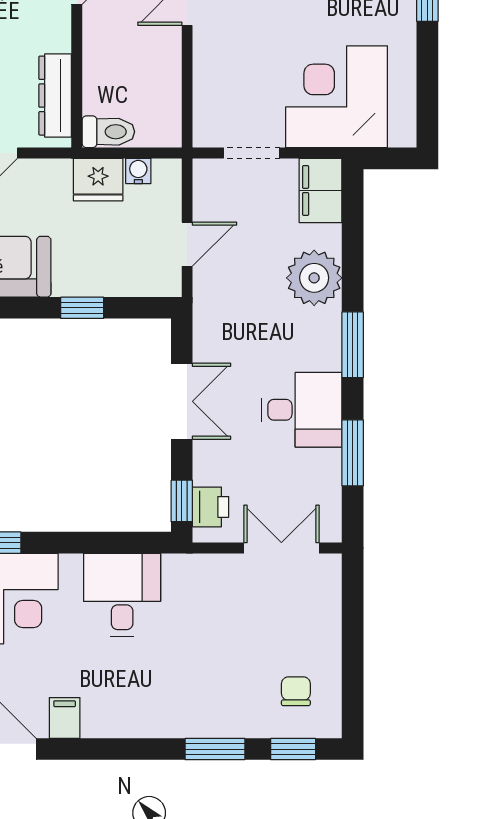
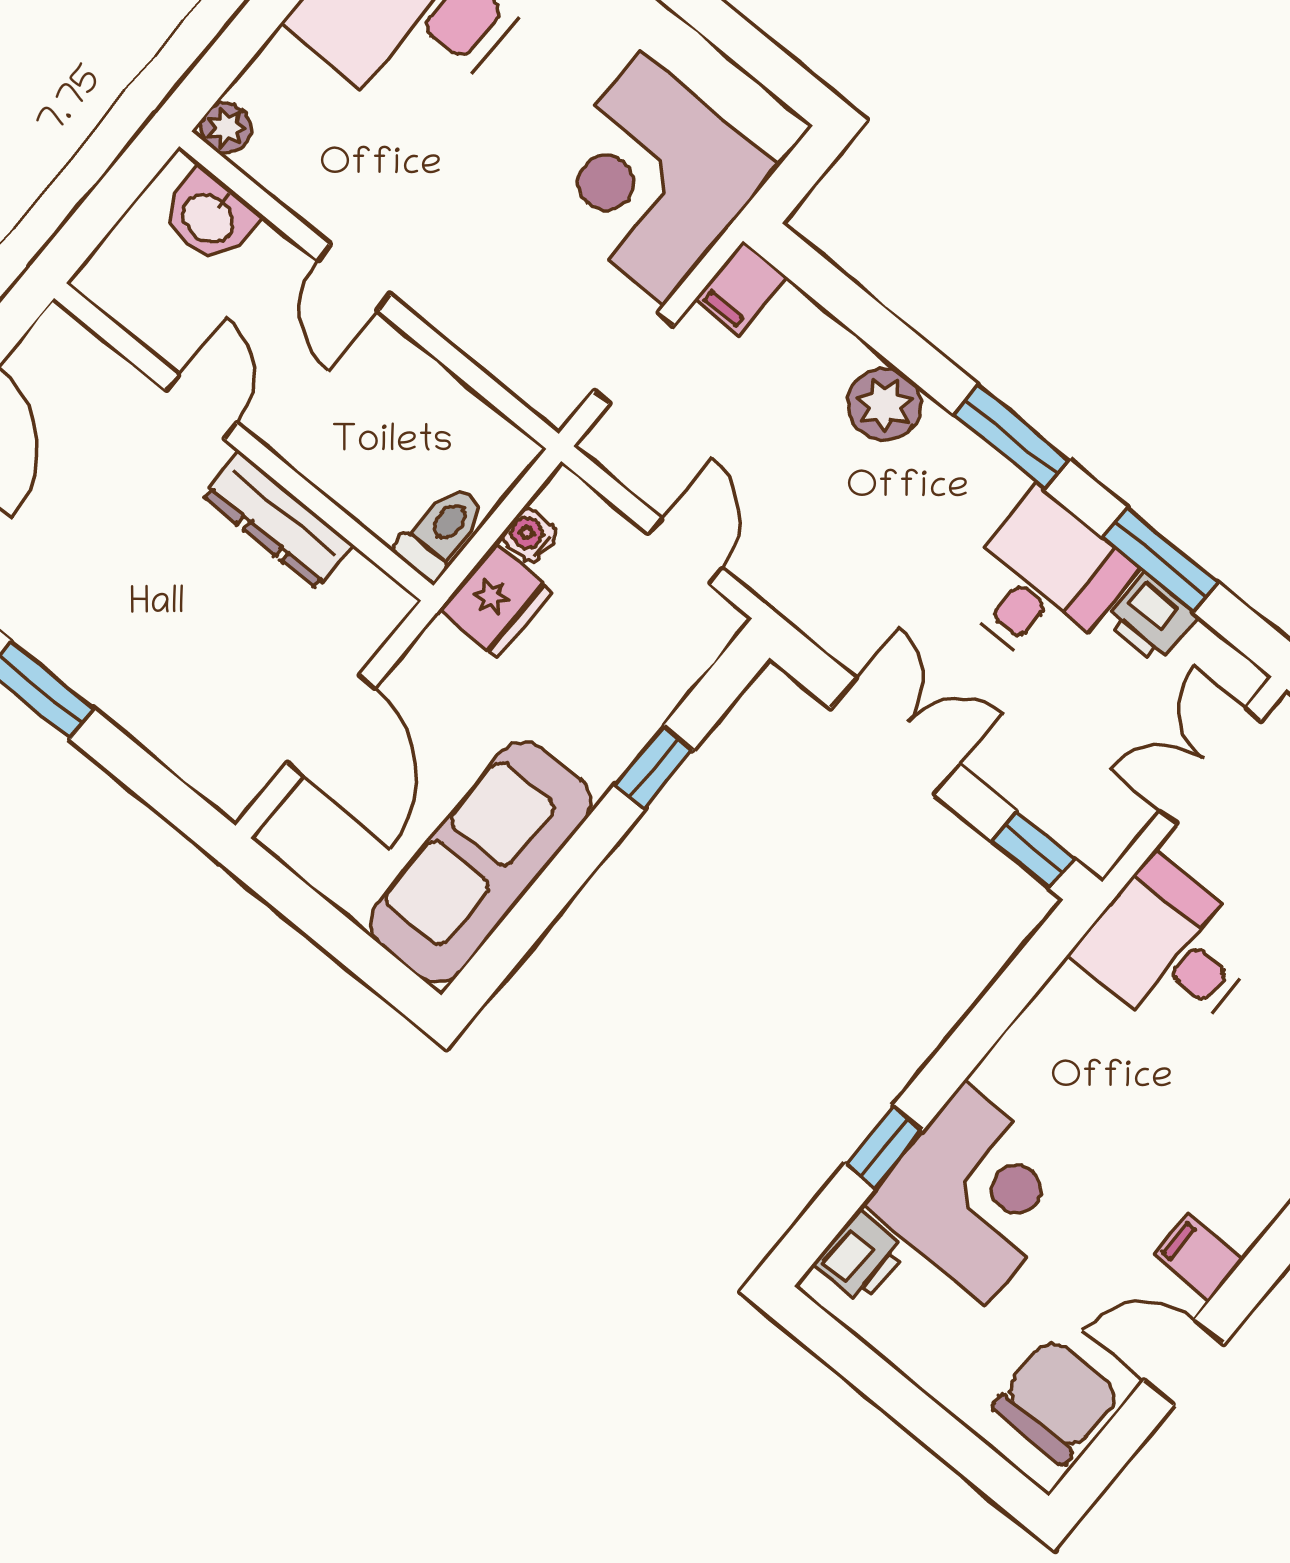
dresser: (55, 96) -> (278, 520), moved
filing cabinet: (321, 190) -> (741, 288), width x0.50
plant: (314, 278) -> (884, 404), width x0.73, depth x0.73
printer: (211, 507) -> (1151, 619), moved, turned 180
desk: (122, 595) -> (1168, 949), moved

